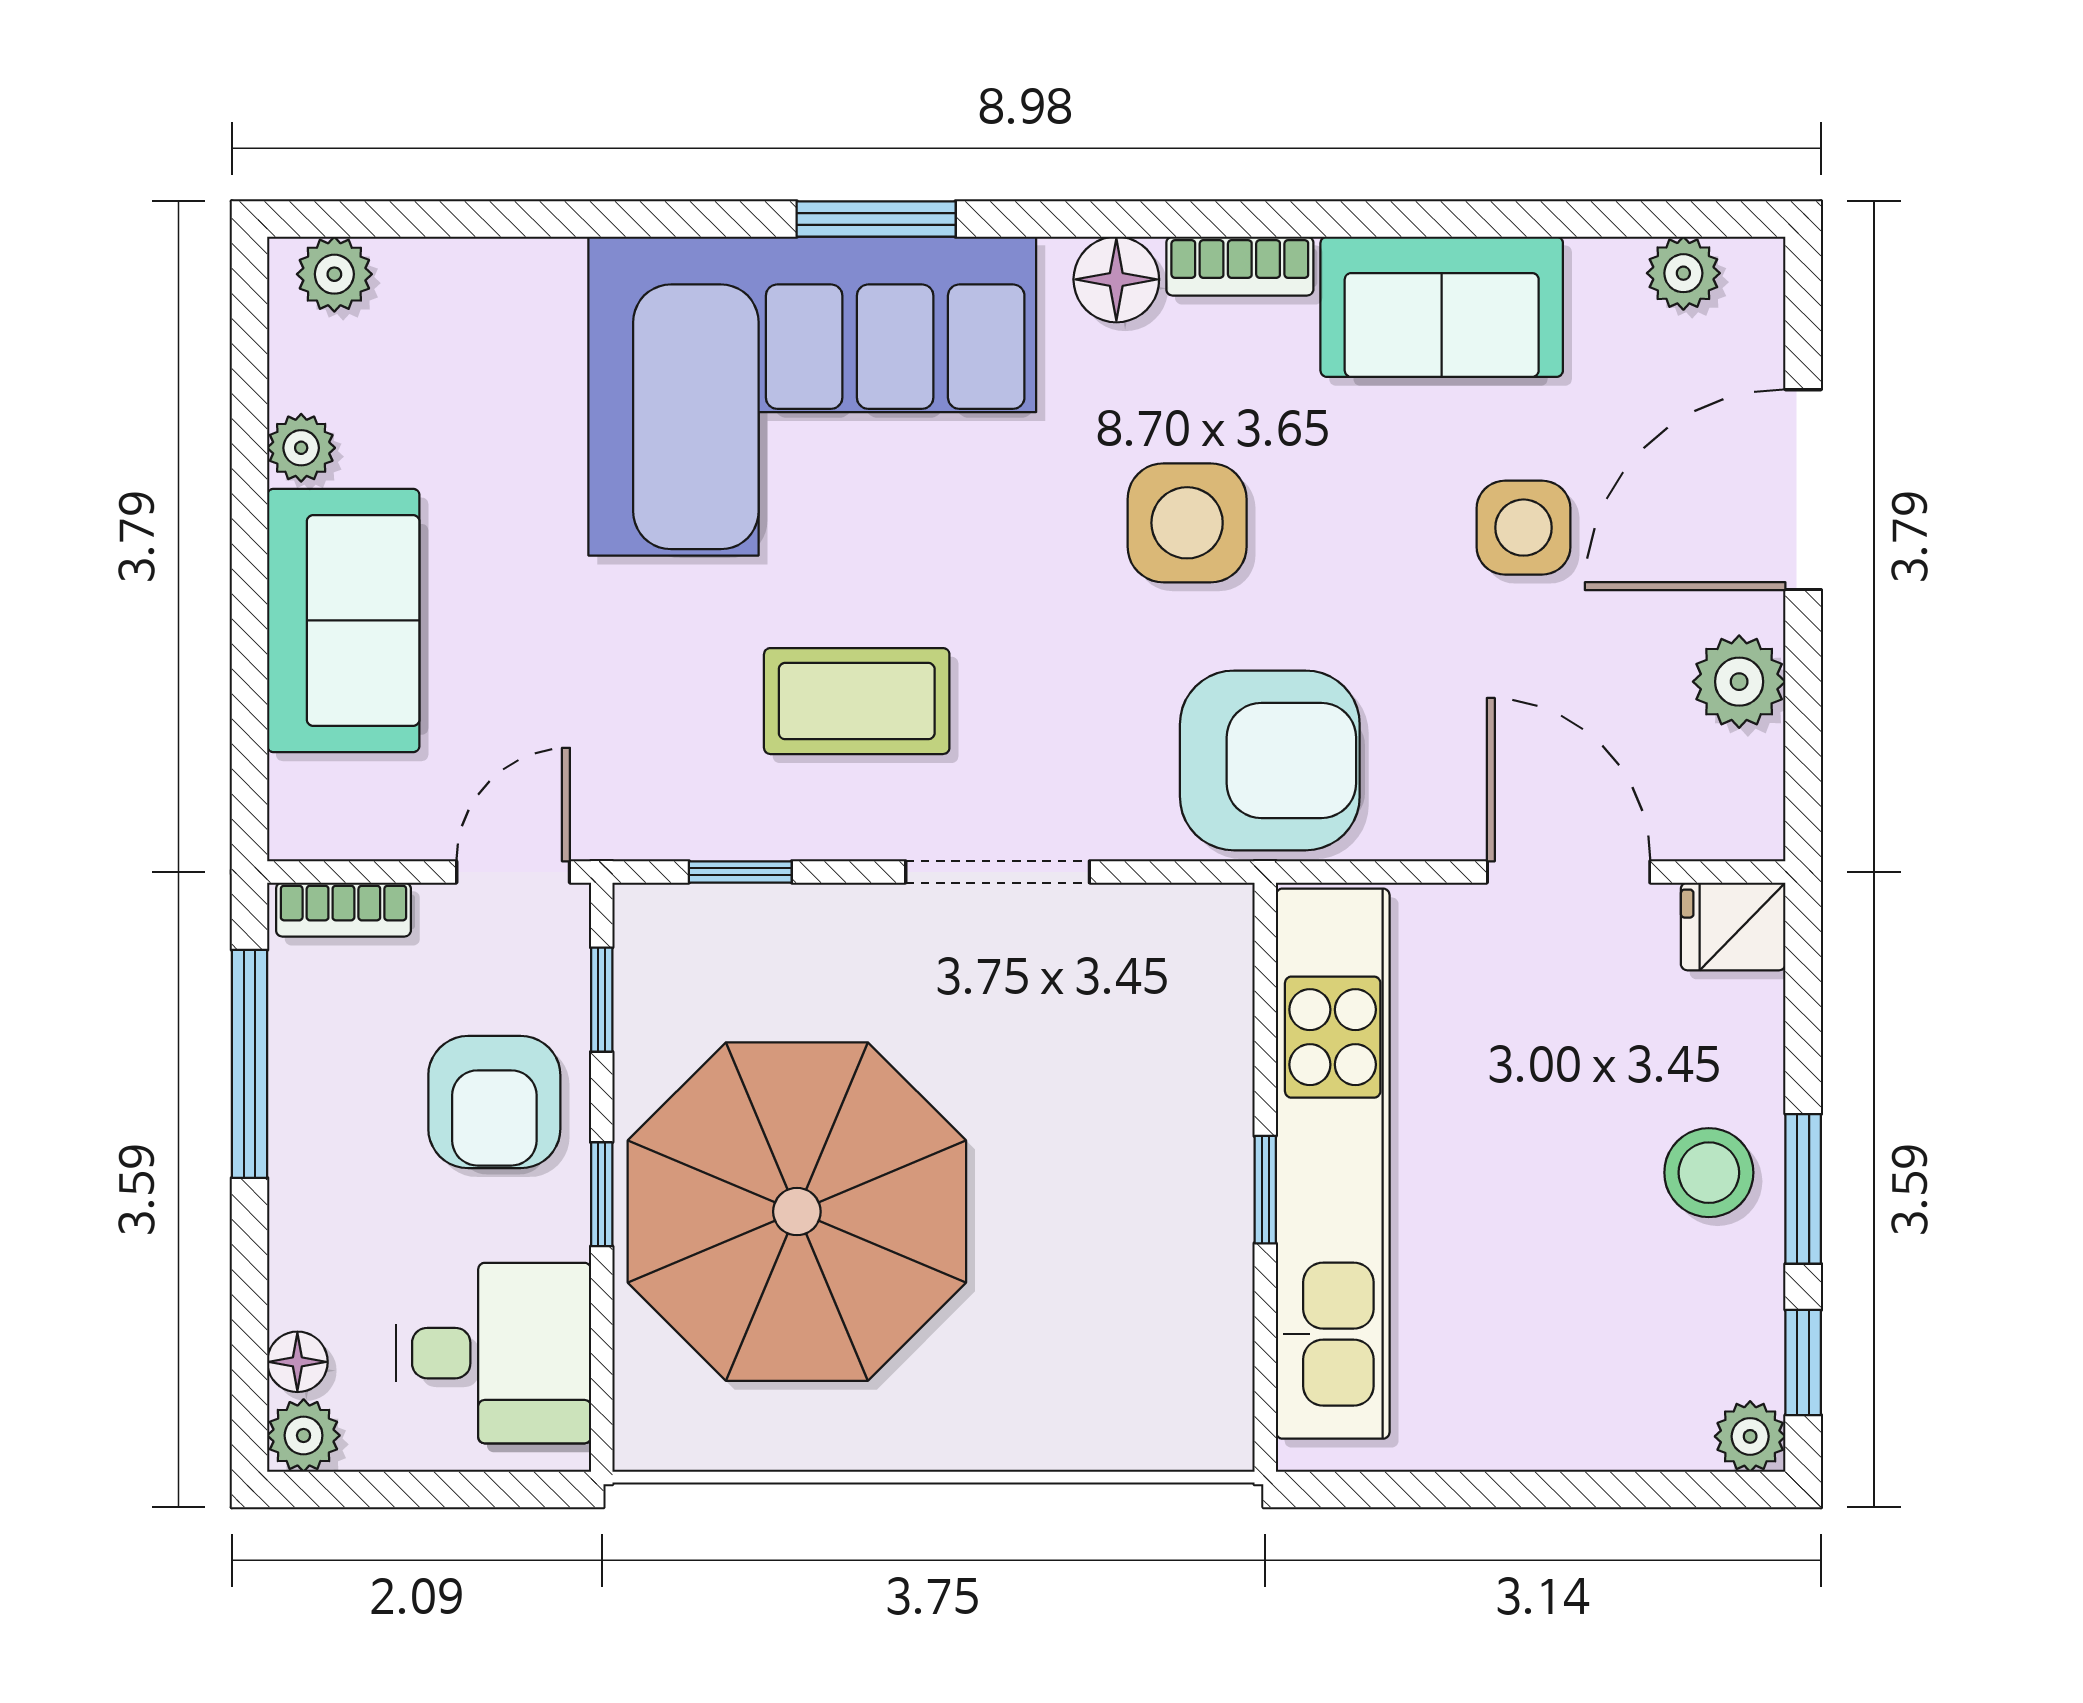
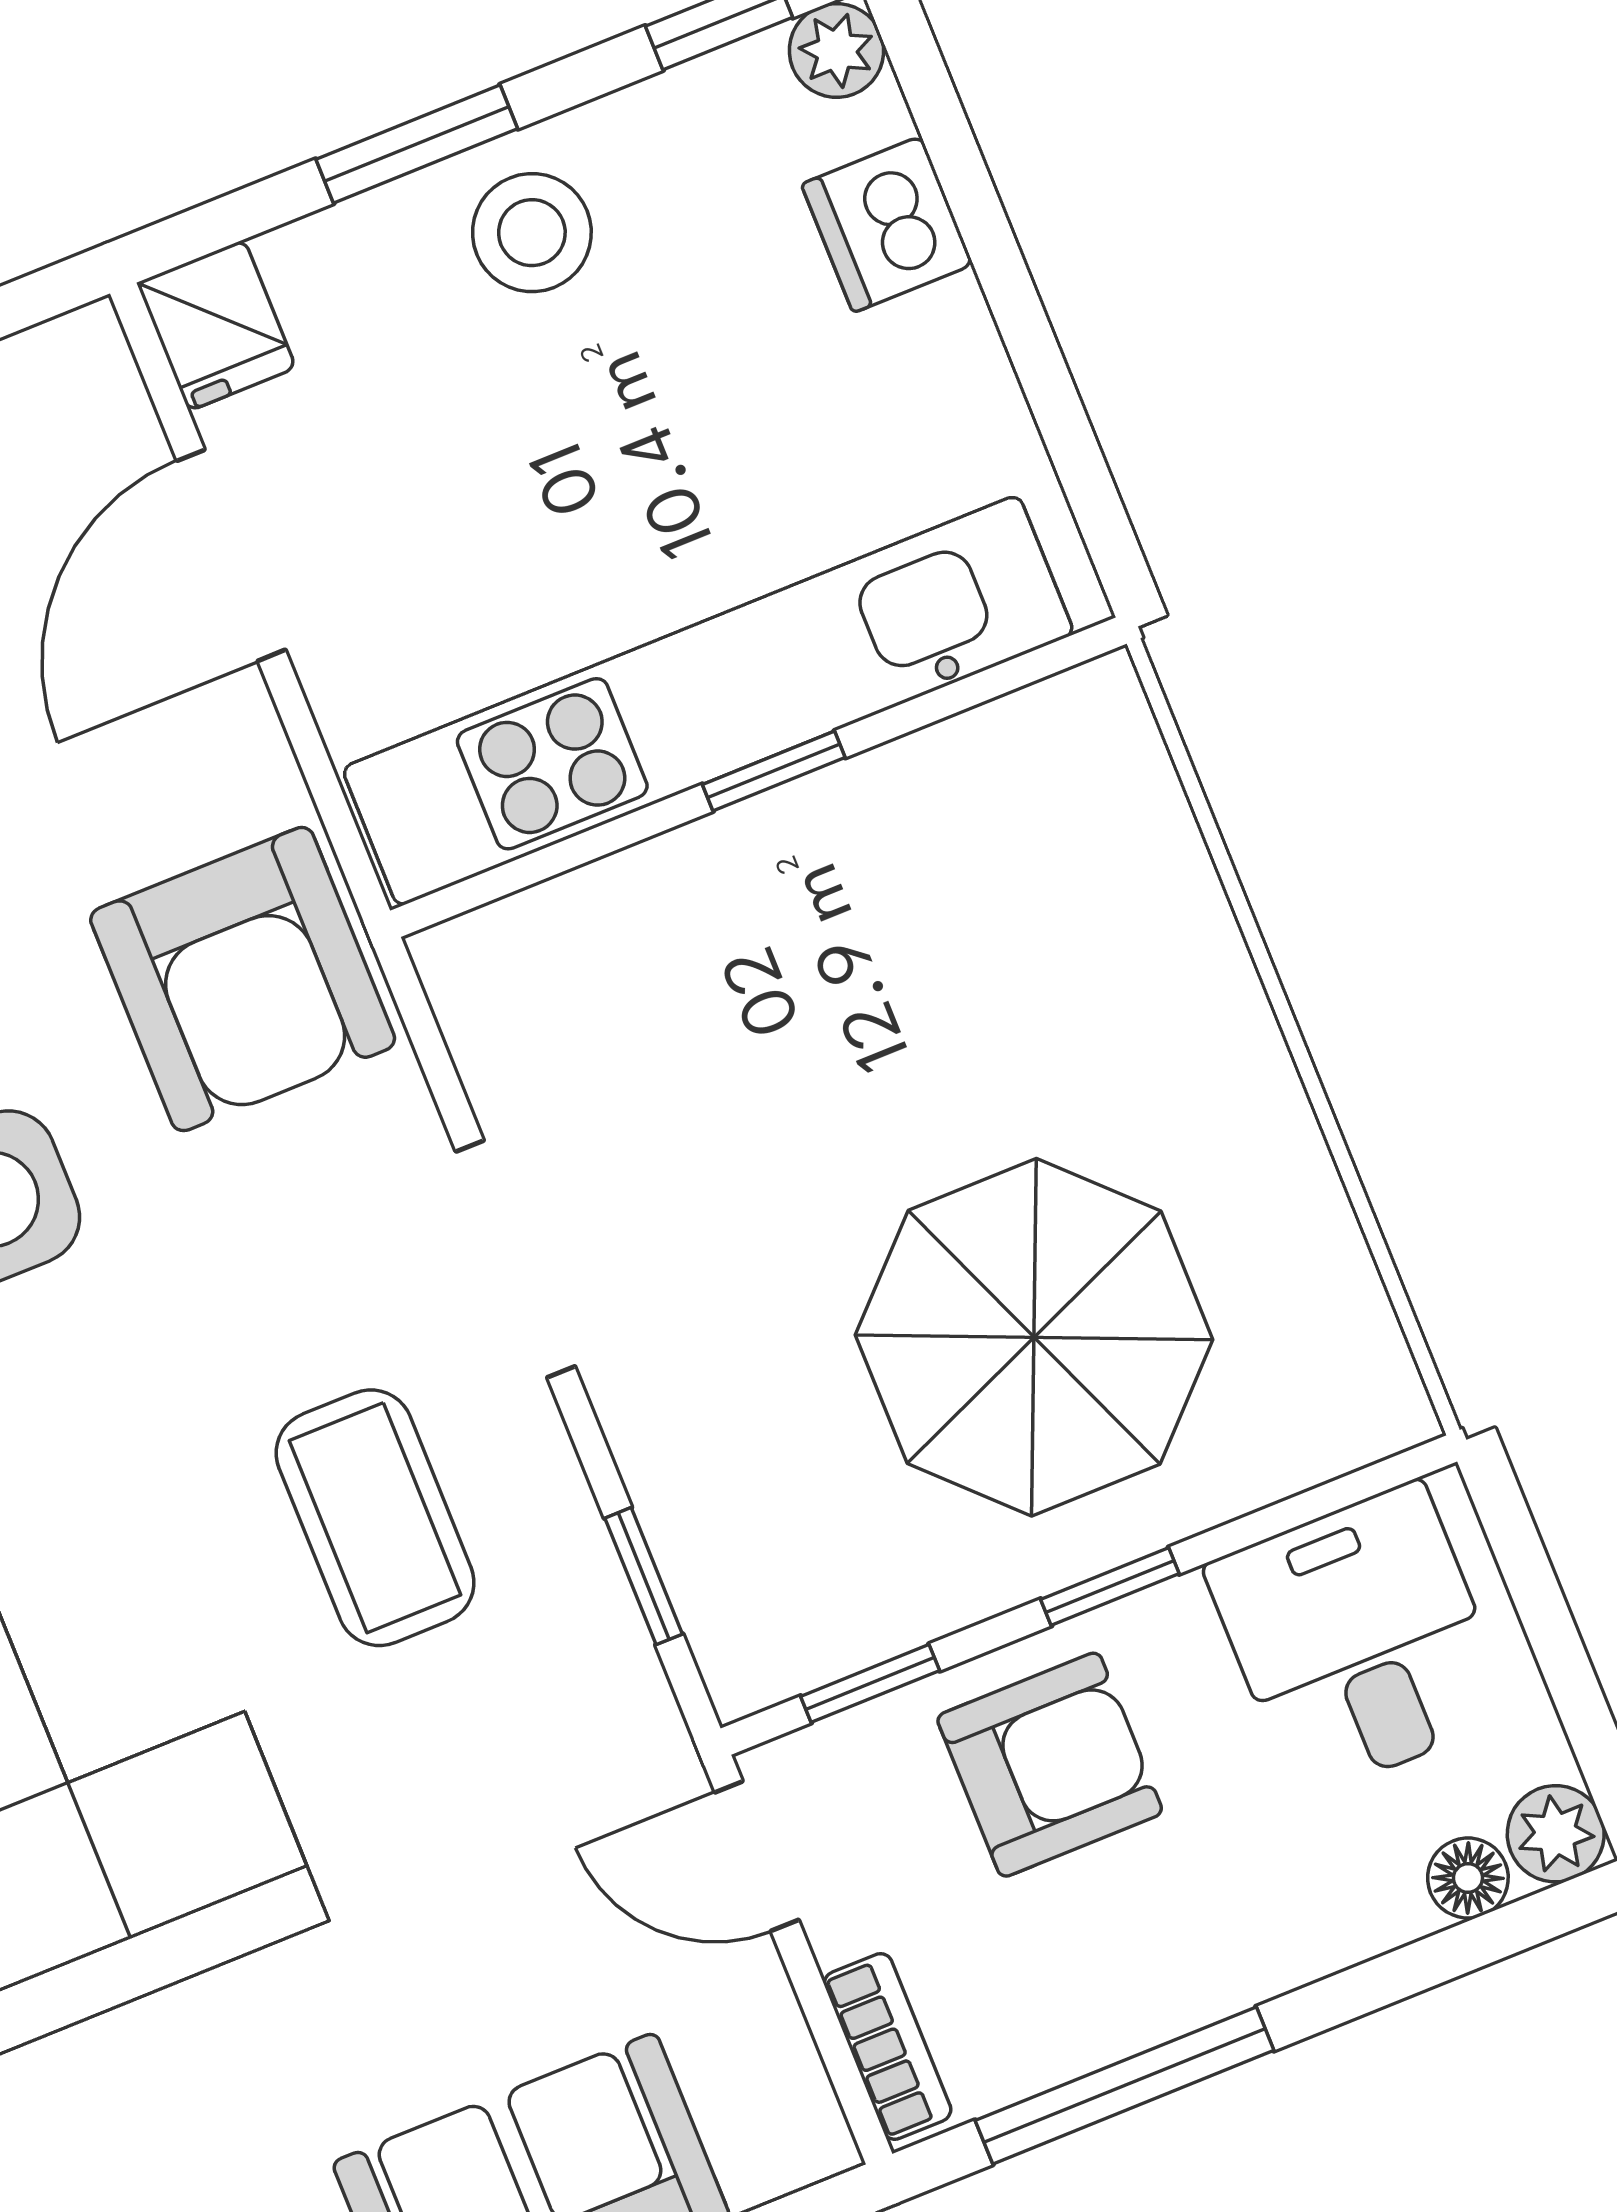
armchair: (1270, 760) -> (243, 979), turned 180
window: (1803, 1189) -> (417, 144), moved
parasol: (797, 1212) -> (1034, 1337), width x0.73, depth x0.73
dishwasher: (1615, 1423) -> (887, 224), added

